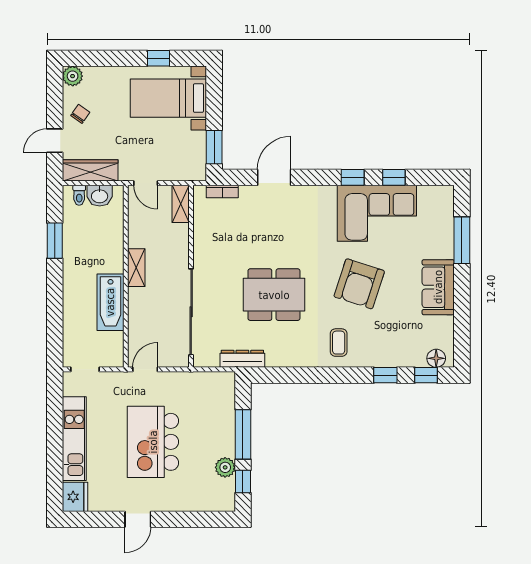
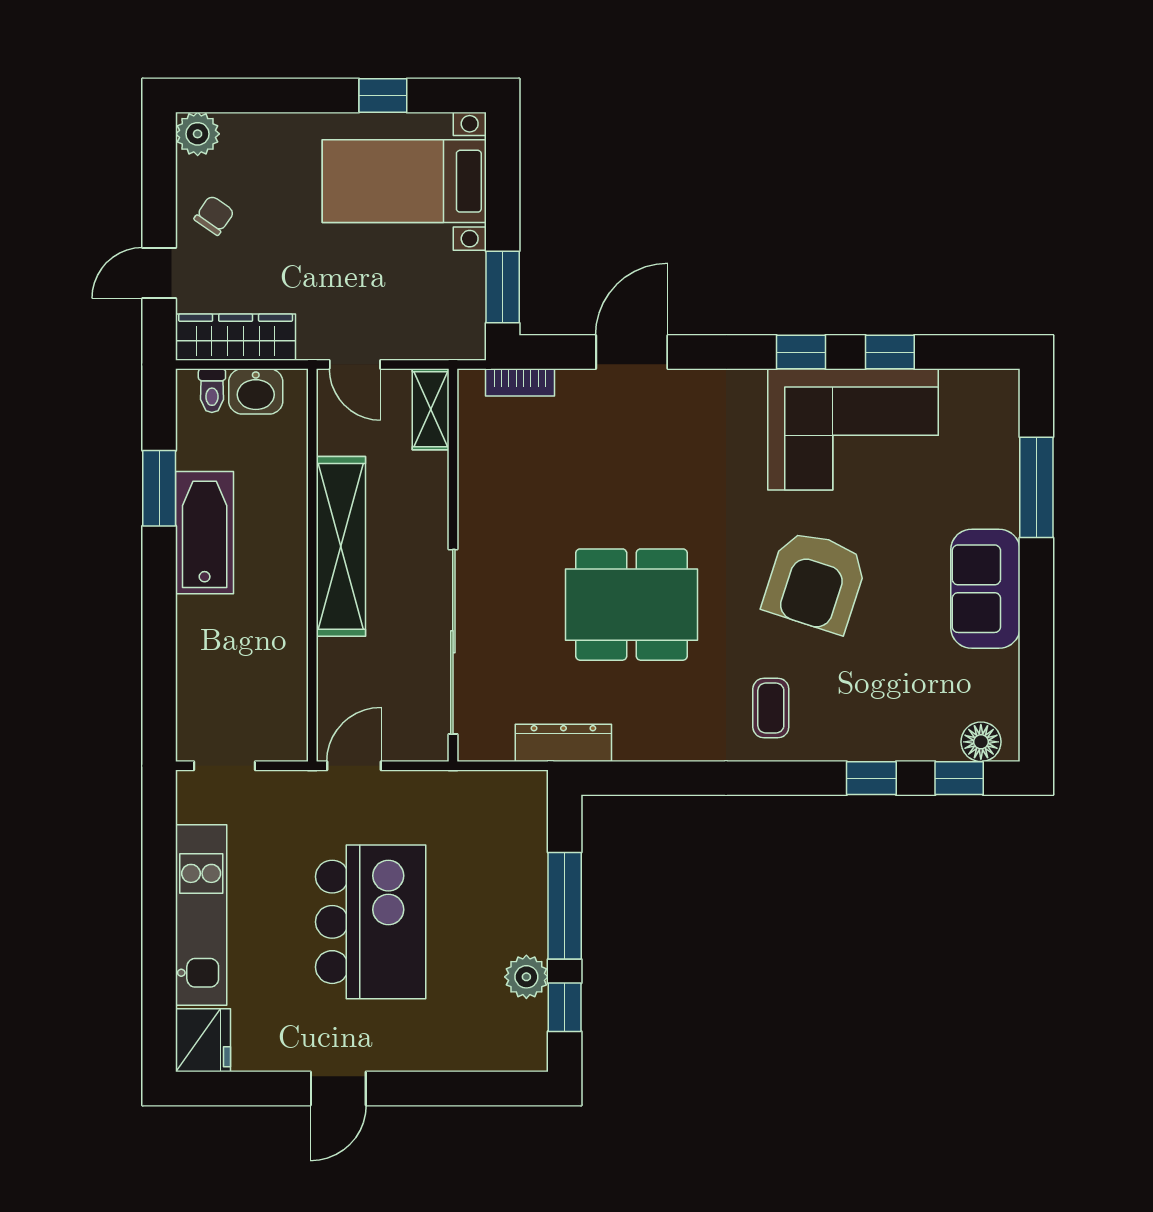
shelving: (136, 268) -> (341, 546), width x2.20, depth x1.33
bathtub: (110, 302) -> (205, 533), moved, turned 180
kitchen island: (153, 442) -> (371, 922), turned 180

